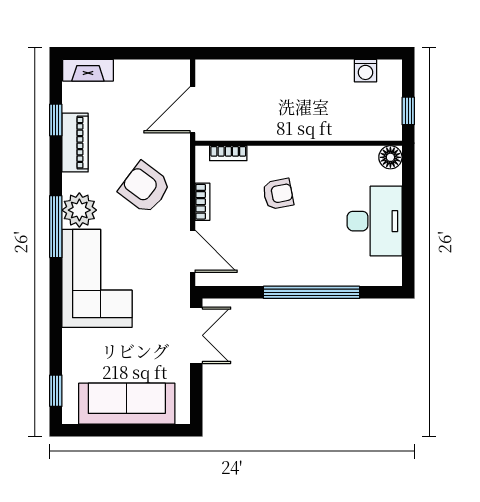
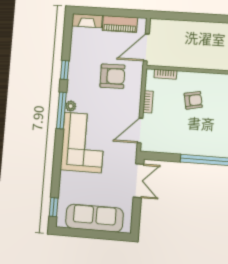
window: (56, 120) -> (65, 70), moved
piano: (75, 143) -> (120, 24), moved, turned 90
armchair: (145, 188) -> (112, 76), moved, turned 142
plant: (79, 210) -> (71, 106), width x0.53, depth x0.53
door: (193, 251) -> (140, 131), swing flipped

